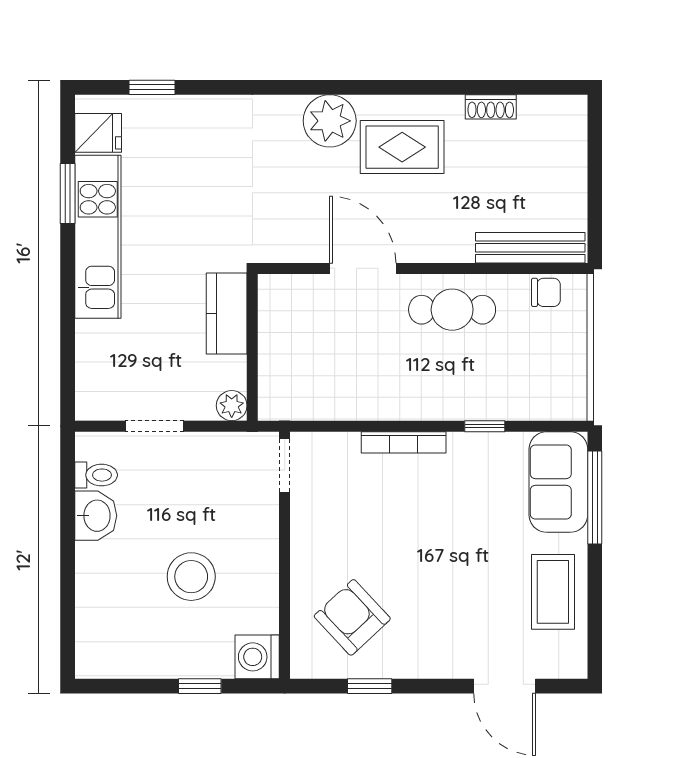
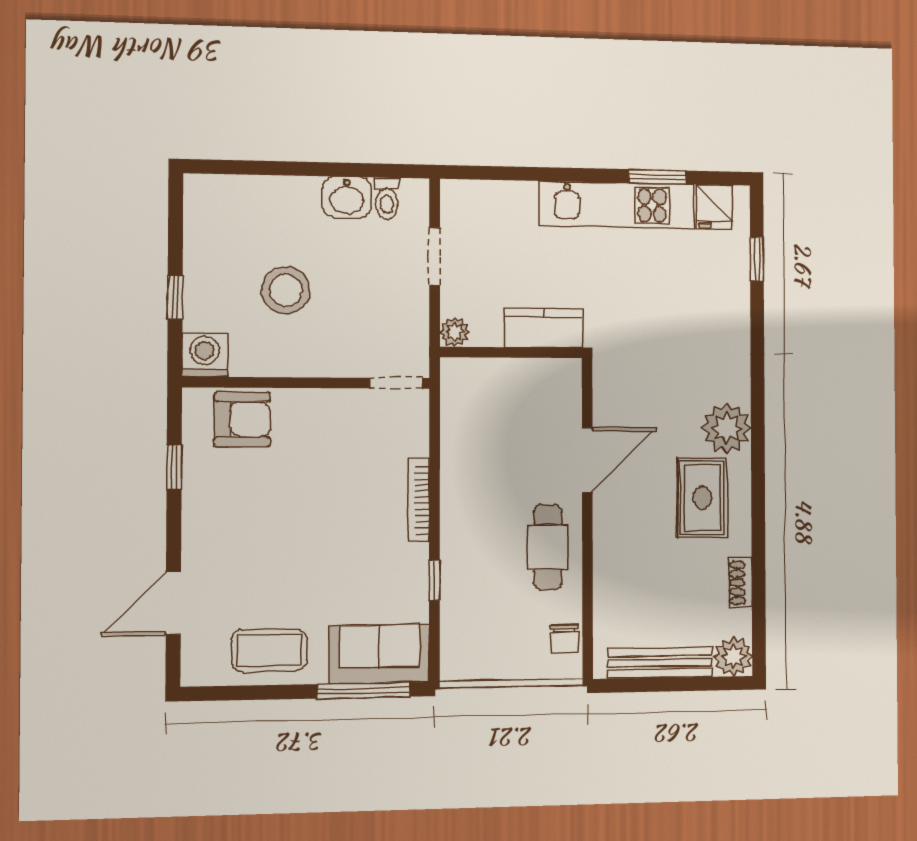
plant: (567, 115) -> (733, 657), added
bench: (530, 248) -> (660, 663), moved, turned 90
armchair: (352, 617) -> (242, 419), moved, turned 43

